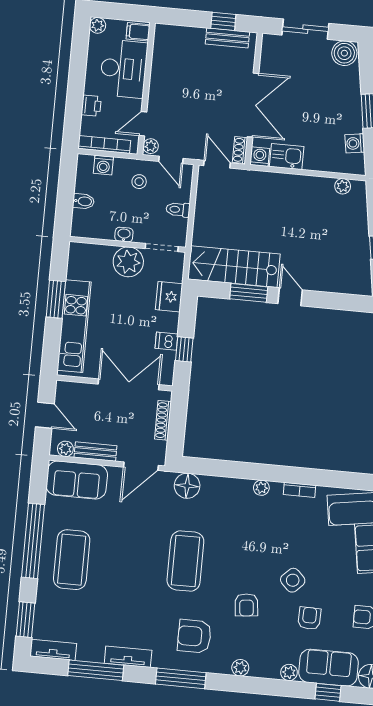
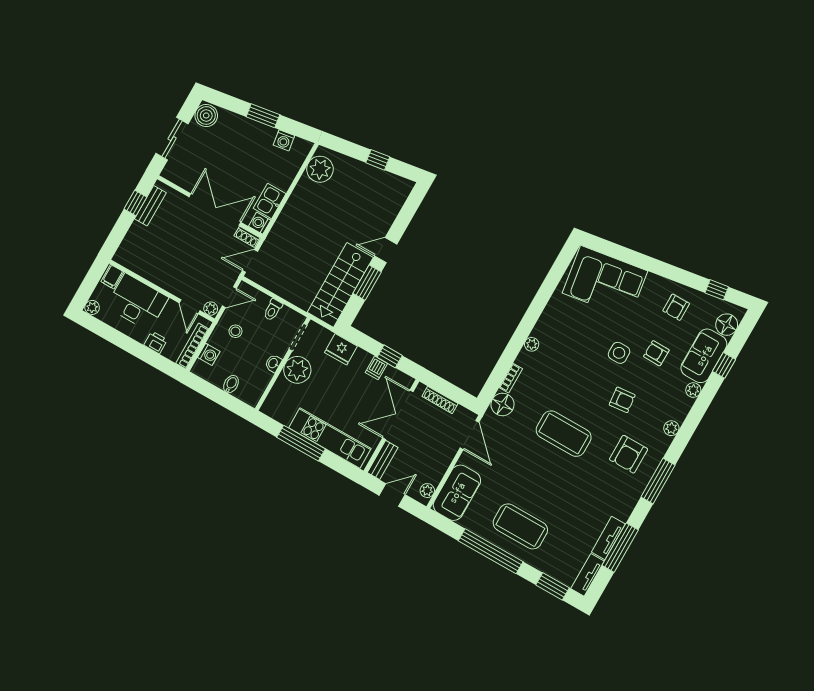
plant: (343, 186) -> (320, 169), width x1.87, depth x1.87
window: (56, 299) -> (301, 443), width x1.44
bench: (95, 452) -> (383, 460), moved
bookcase: (300, 490) -> (511, 378), moved
side table: (293, 580) -> (619, 353), turned 45
tv unit: (128, 657) -> (608, 538), moved

